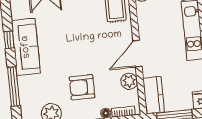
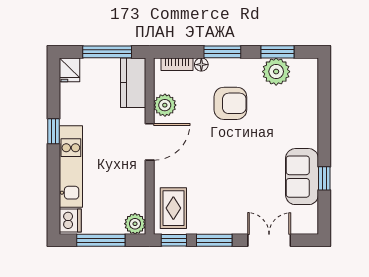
sofa: (26, 47) -> (302, 177), width x0.73
window: (14, 87) -> (324, 114), removed

